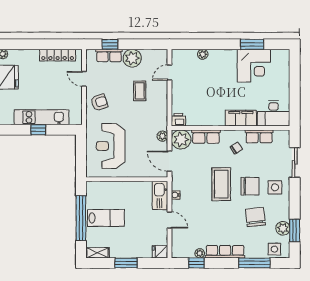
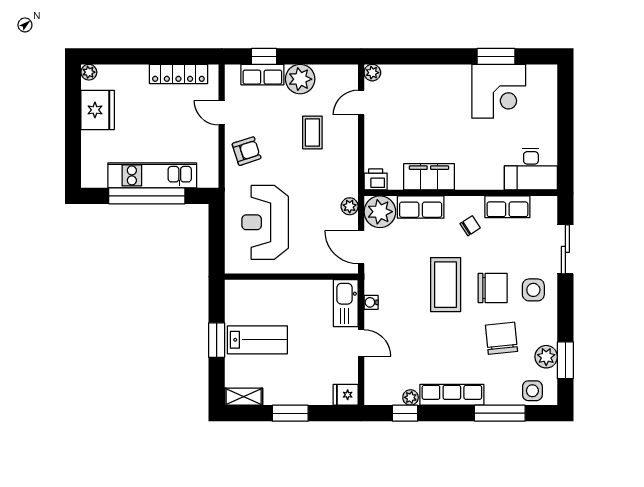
plant: (203, 54) -> (372, 73), moved
filing cabinet: (241, 118) -> (429, 177), moved
window: (38, 130) -> (147, 196), width x3.17
window: (81, 218) -> (217, 340), width x0.47

